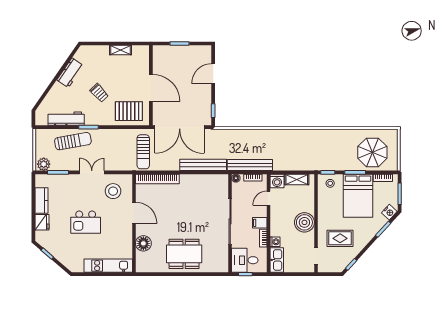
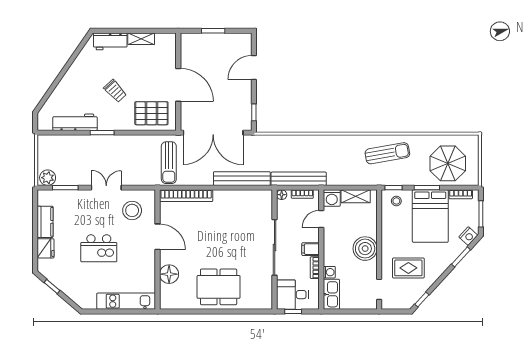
workbench: (70, 73) -> (110, 41), moved, turned 55
sun lounger: (73, 141) -> (387, 153), moved

